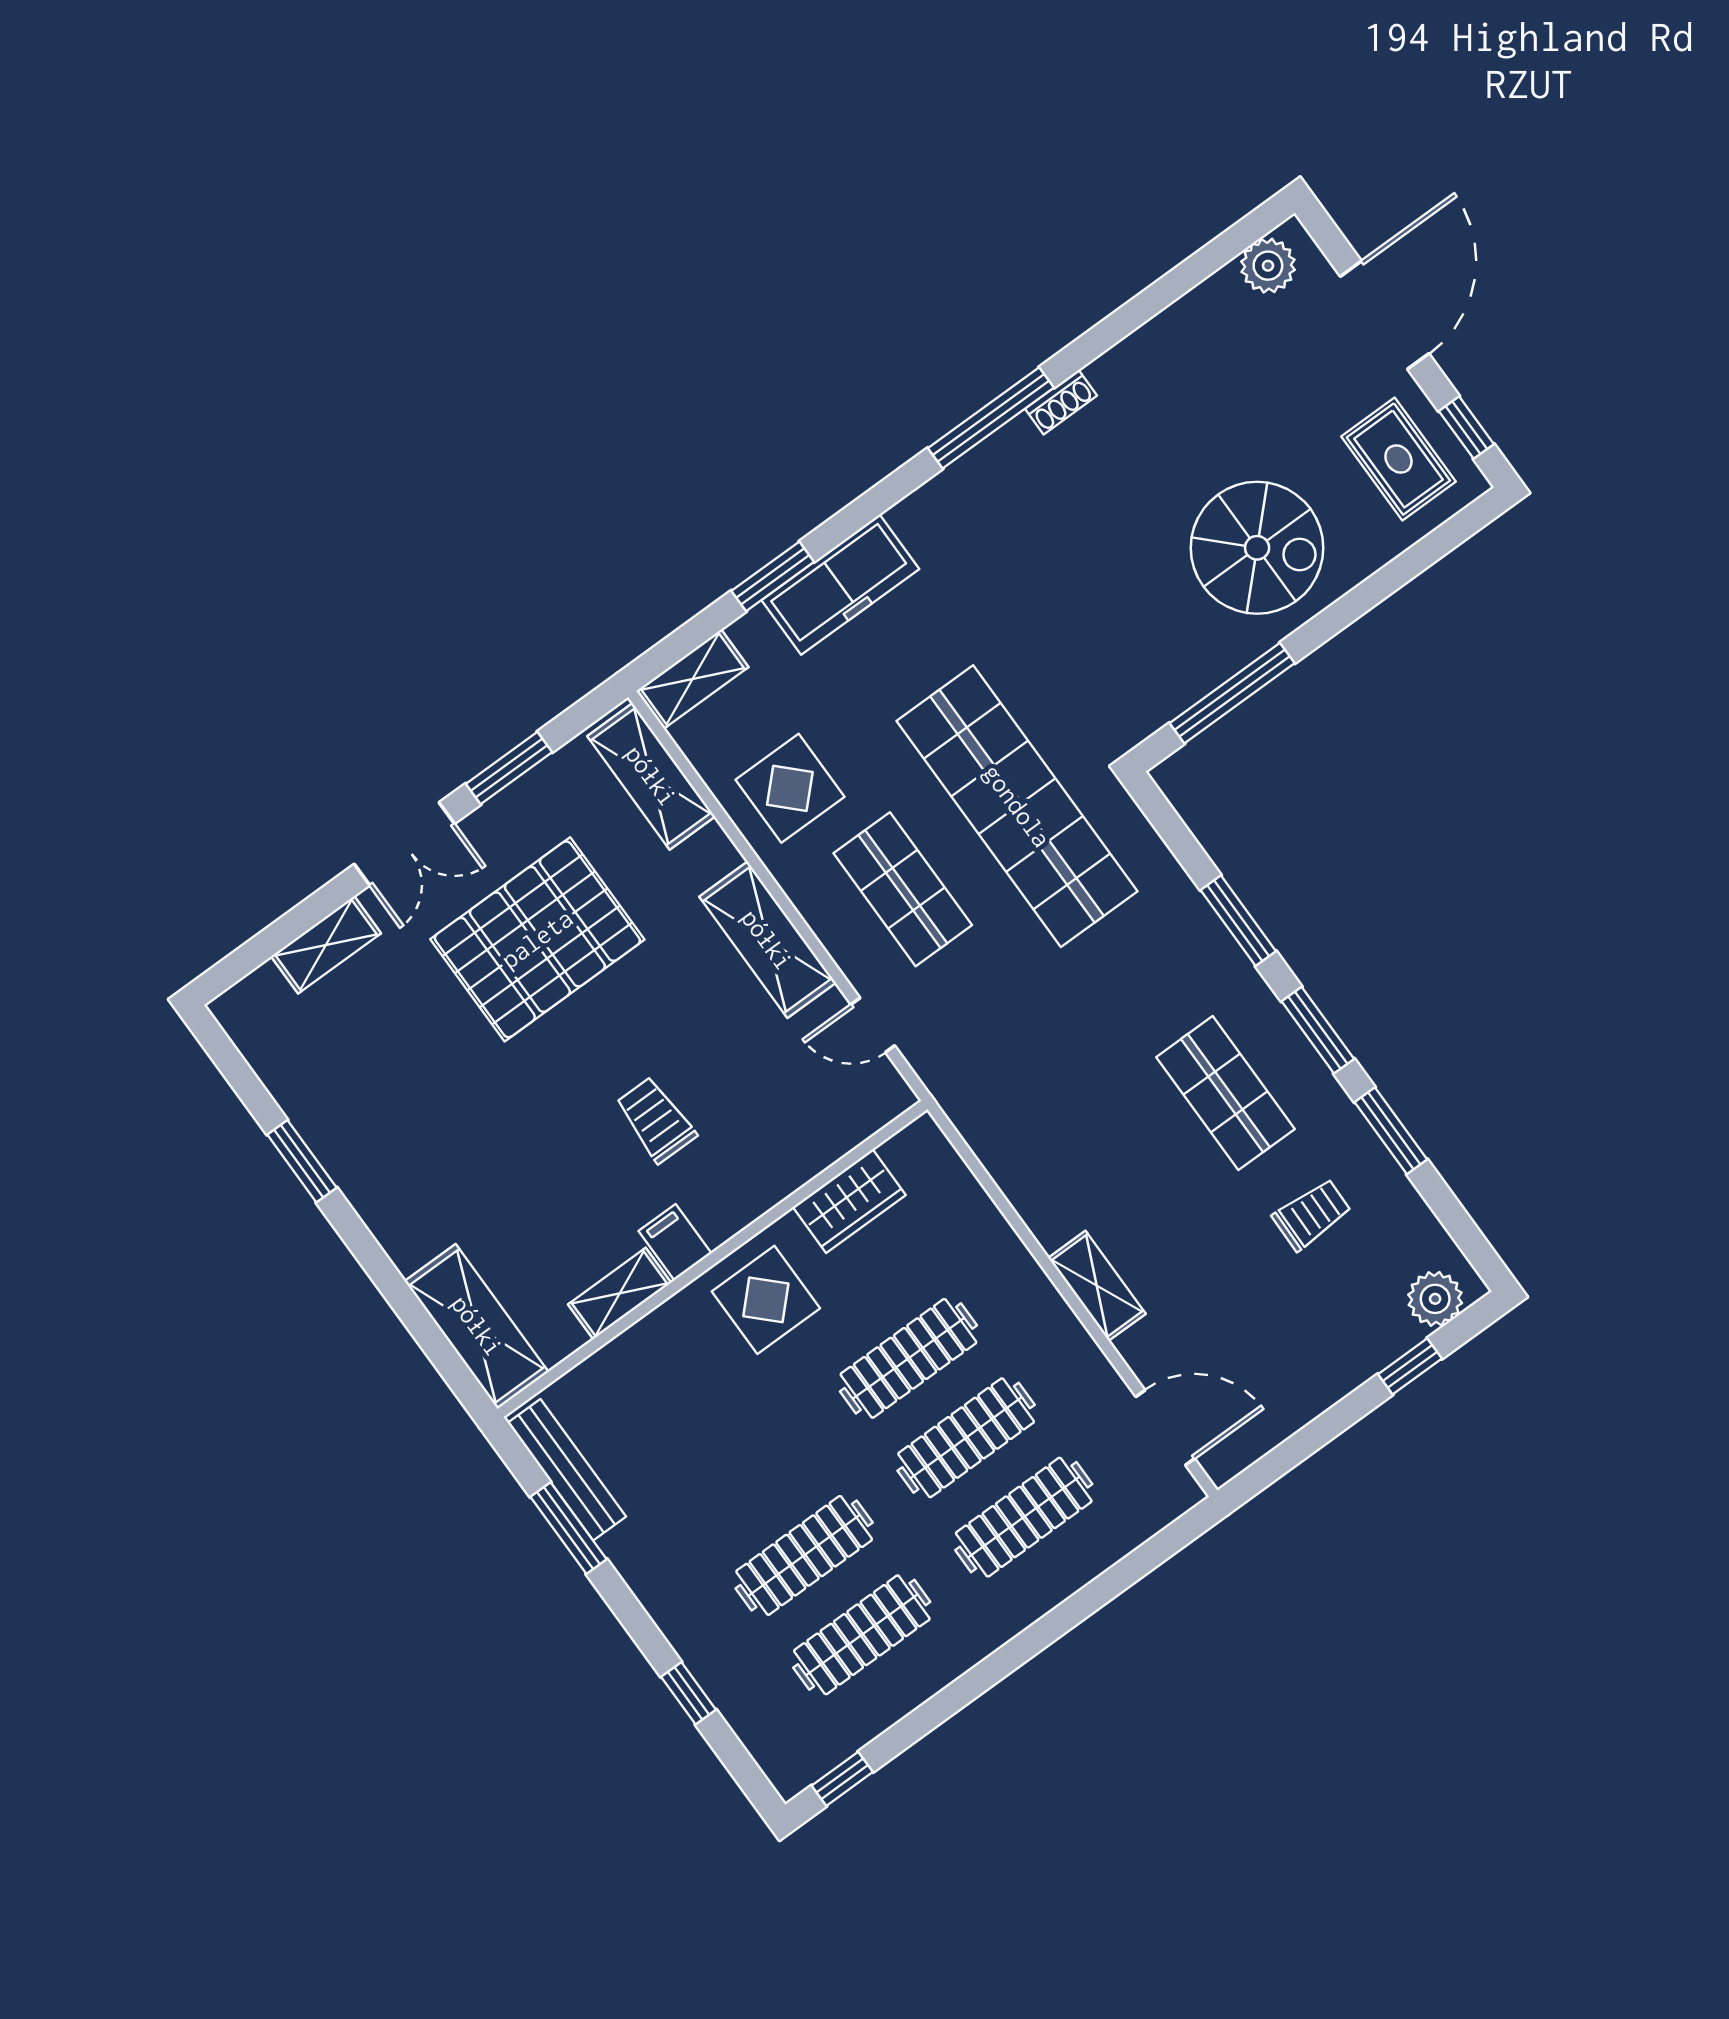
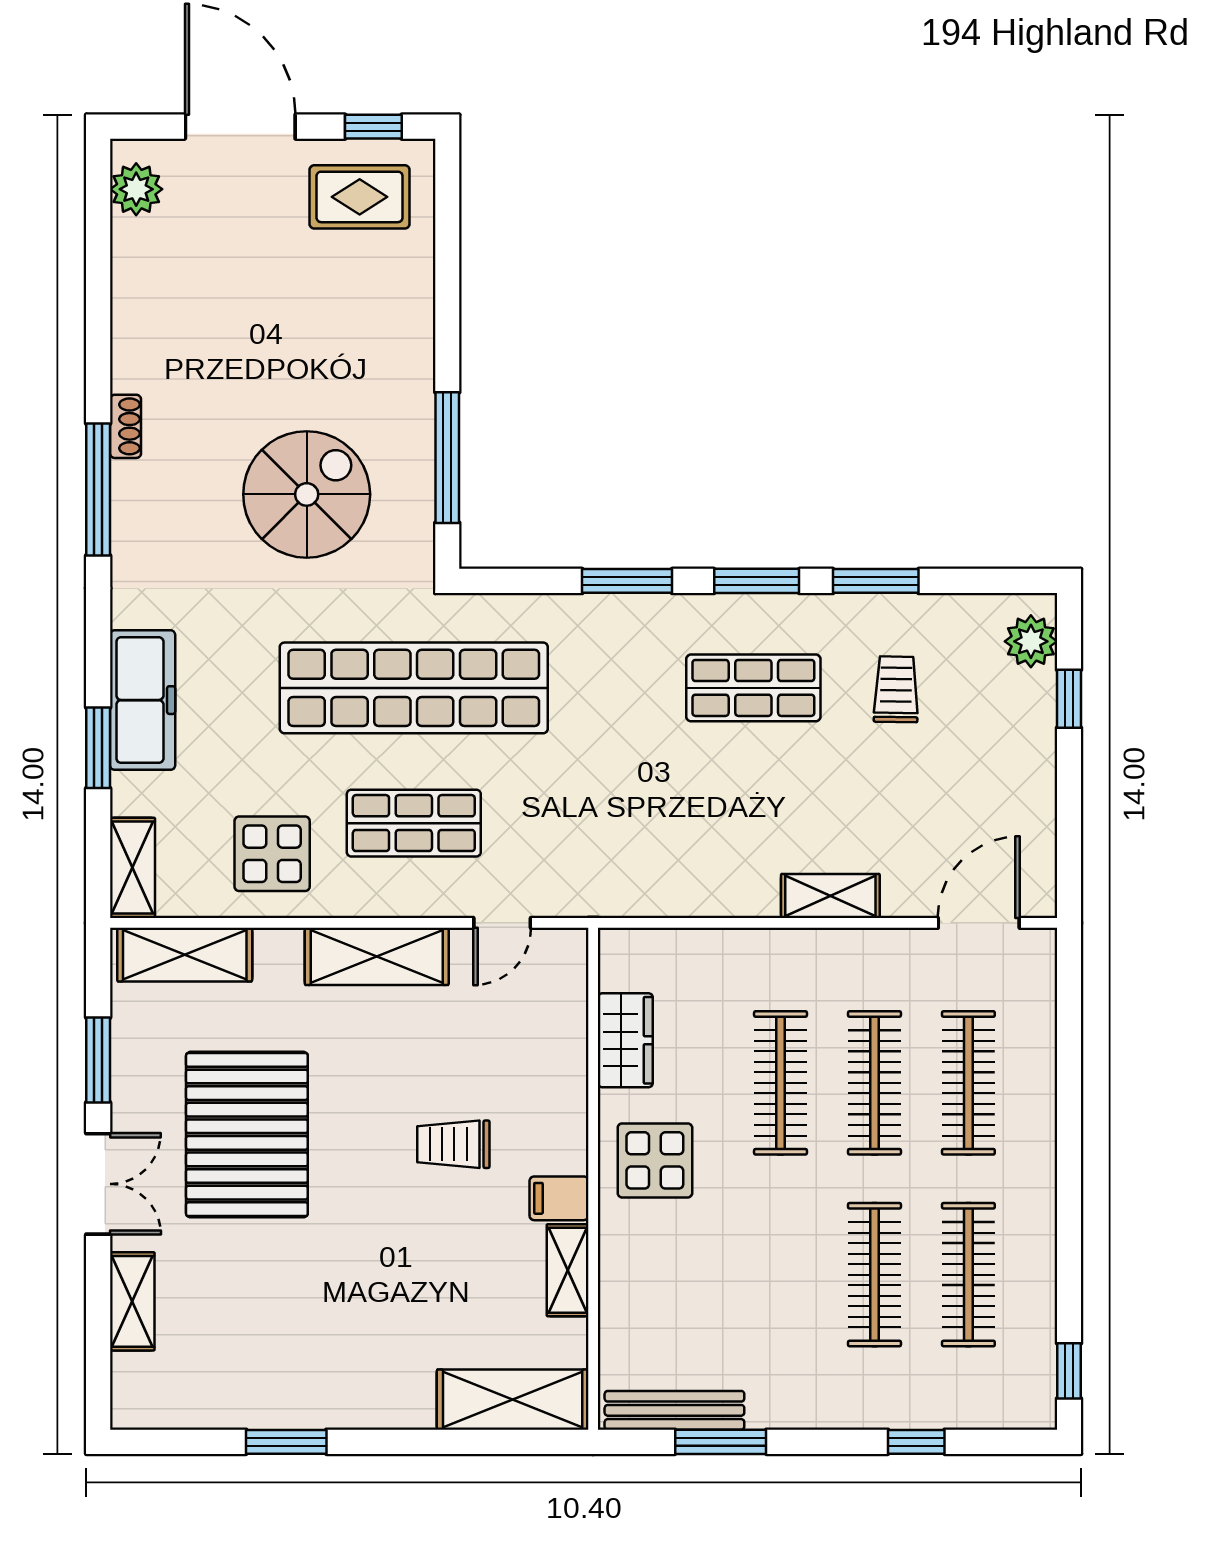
spiral stairs: (1257, 548) -> (307, 494), moved

